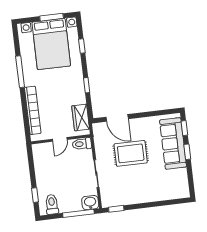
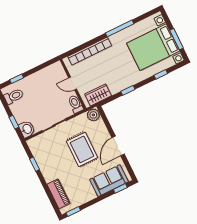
door: (117, 118) -> (118, 146), moved
plant: (99, 129) -> (93, 115), added
sofa: (173, 143) -> (109, 181), width x0.73
window: (187, 152) -> (73, 212), moved
piano: (168, 193) -> (58, 194), added
window: (116, 209) -> (34, 164), moved
window: (78, 213) -> (14, 122), width x0.46

